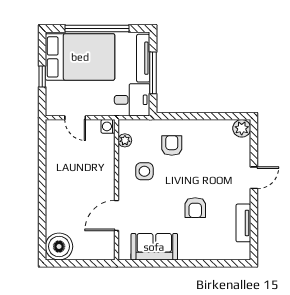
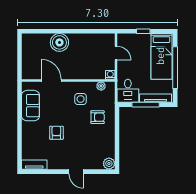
bed: (80, 57) -> (161, 56), width x0.67
door: (75, 118) -> (116, 53), swing flipped
armchair: (195, 208) -> (56, 133), turned 90
tv unit: (243, 223) -> (34, 165), moved
boiler: (59, 246) -> (59, 42), moved

